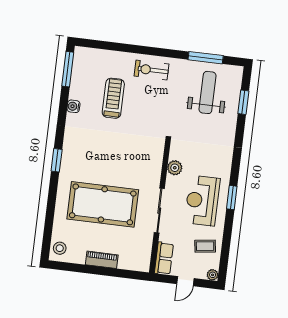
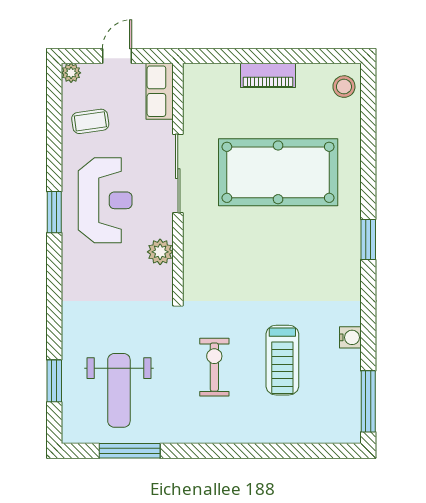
exercise bike: (151, 70) -> (214, 367), moved, turned -90

